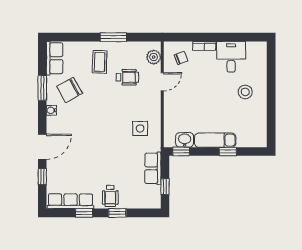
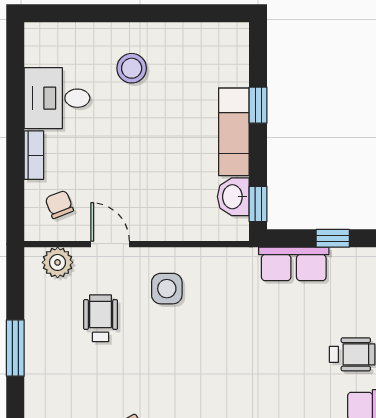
coffee table: (100, 62) -> (68, 377), removed
side table: (140, 128) -> (167, 289), moved

